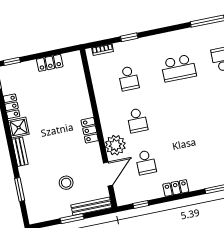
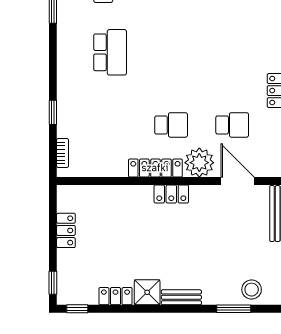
school desk: (129, 78) -> (110, 125), removed
locker: (105, 116) -> (155, 168), added
stool: (66, 183) -> (252, 290), moved

